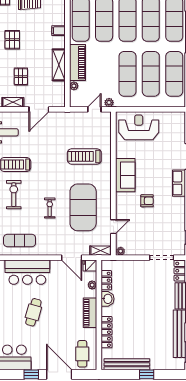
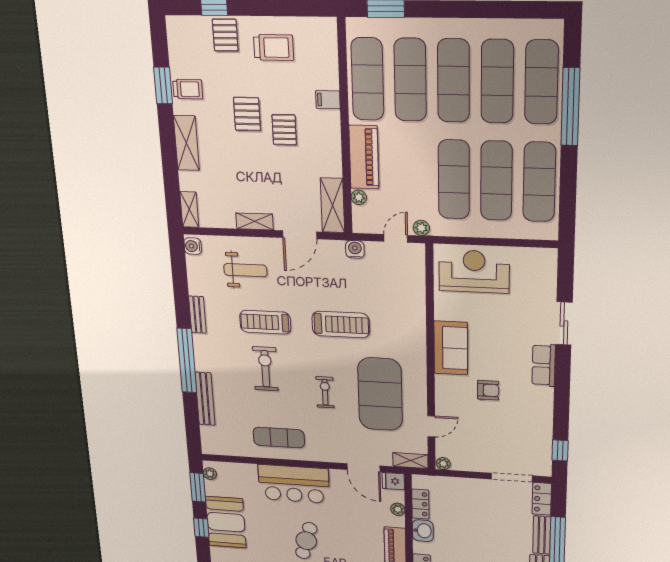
shelving: (59, 65) -> (333, 205), moved
pallet: (21, 77) -> (284, 130), moved
water cooler: (71, 117) -> (355, 249), added
treadmill: (84, 156) -> (341, 325), moved, turned 180

